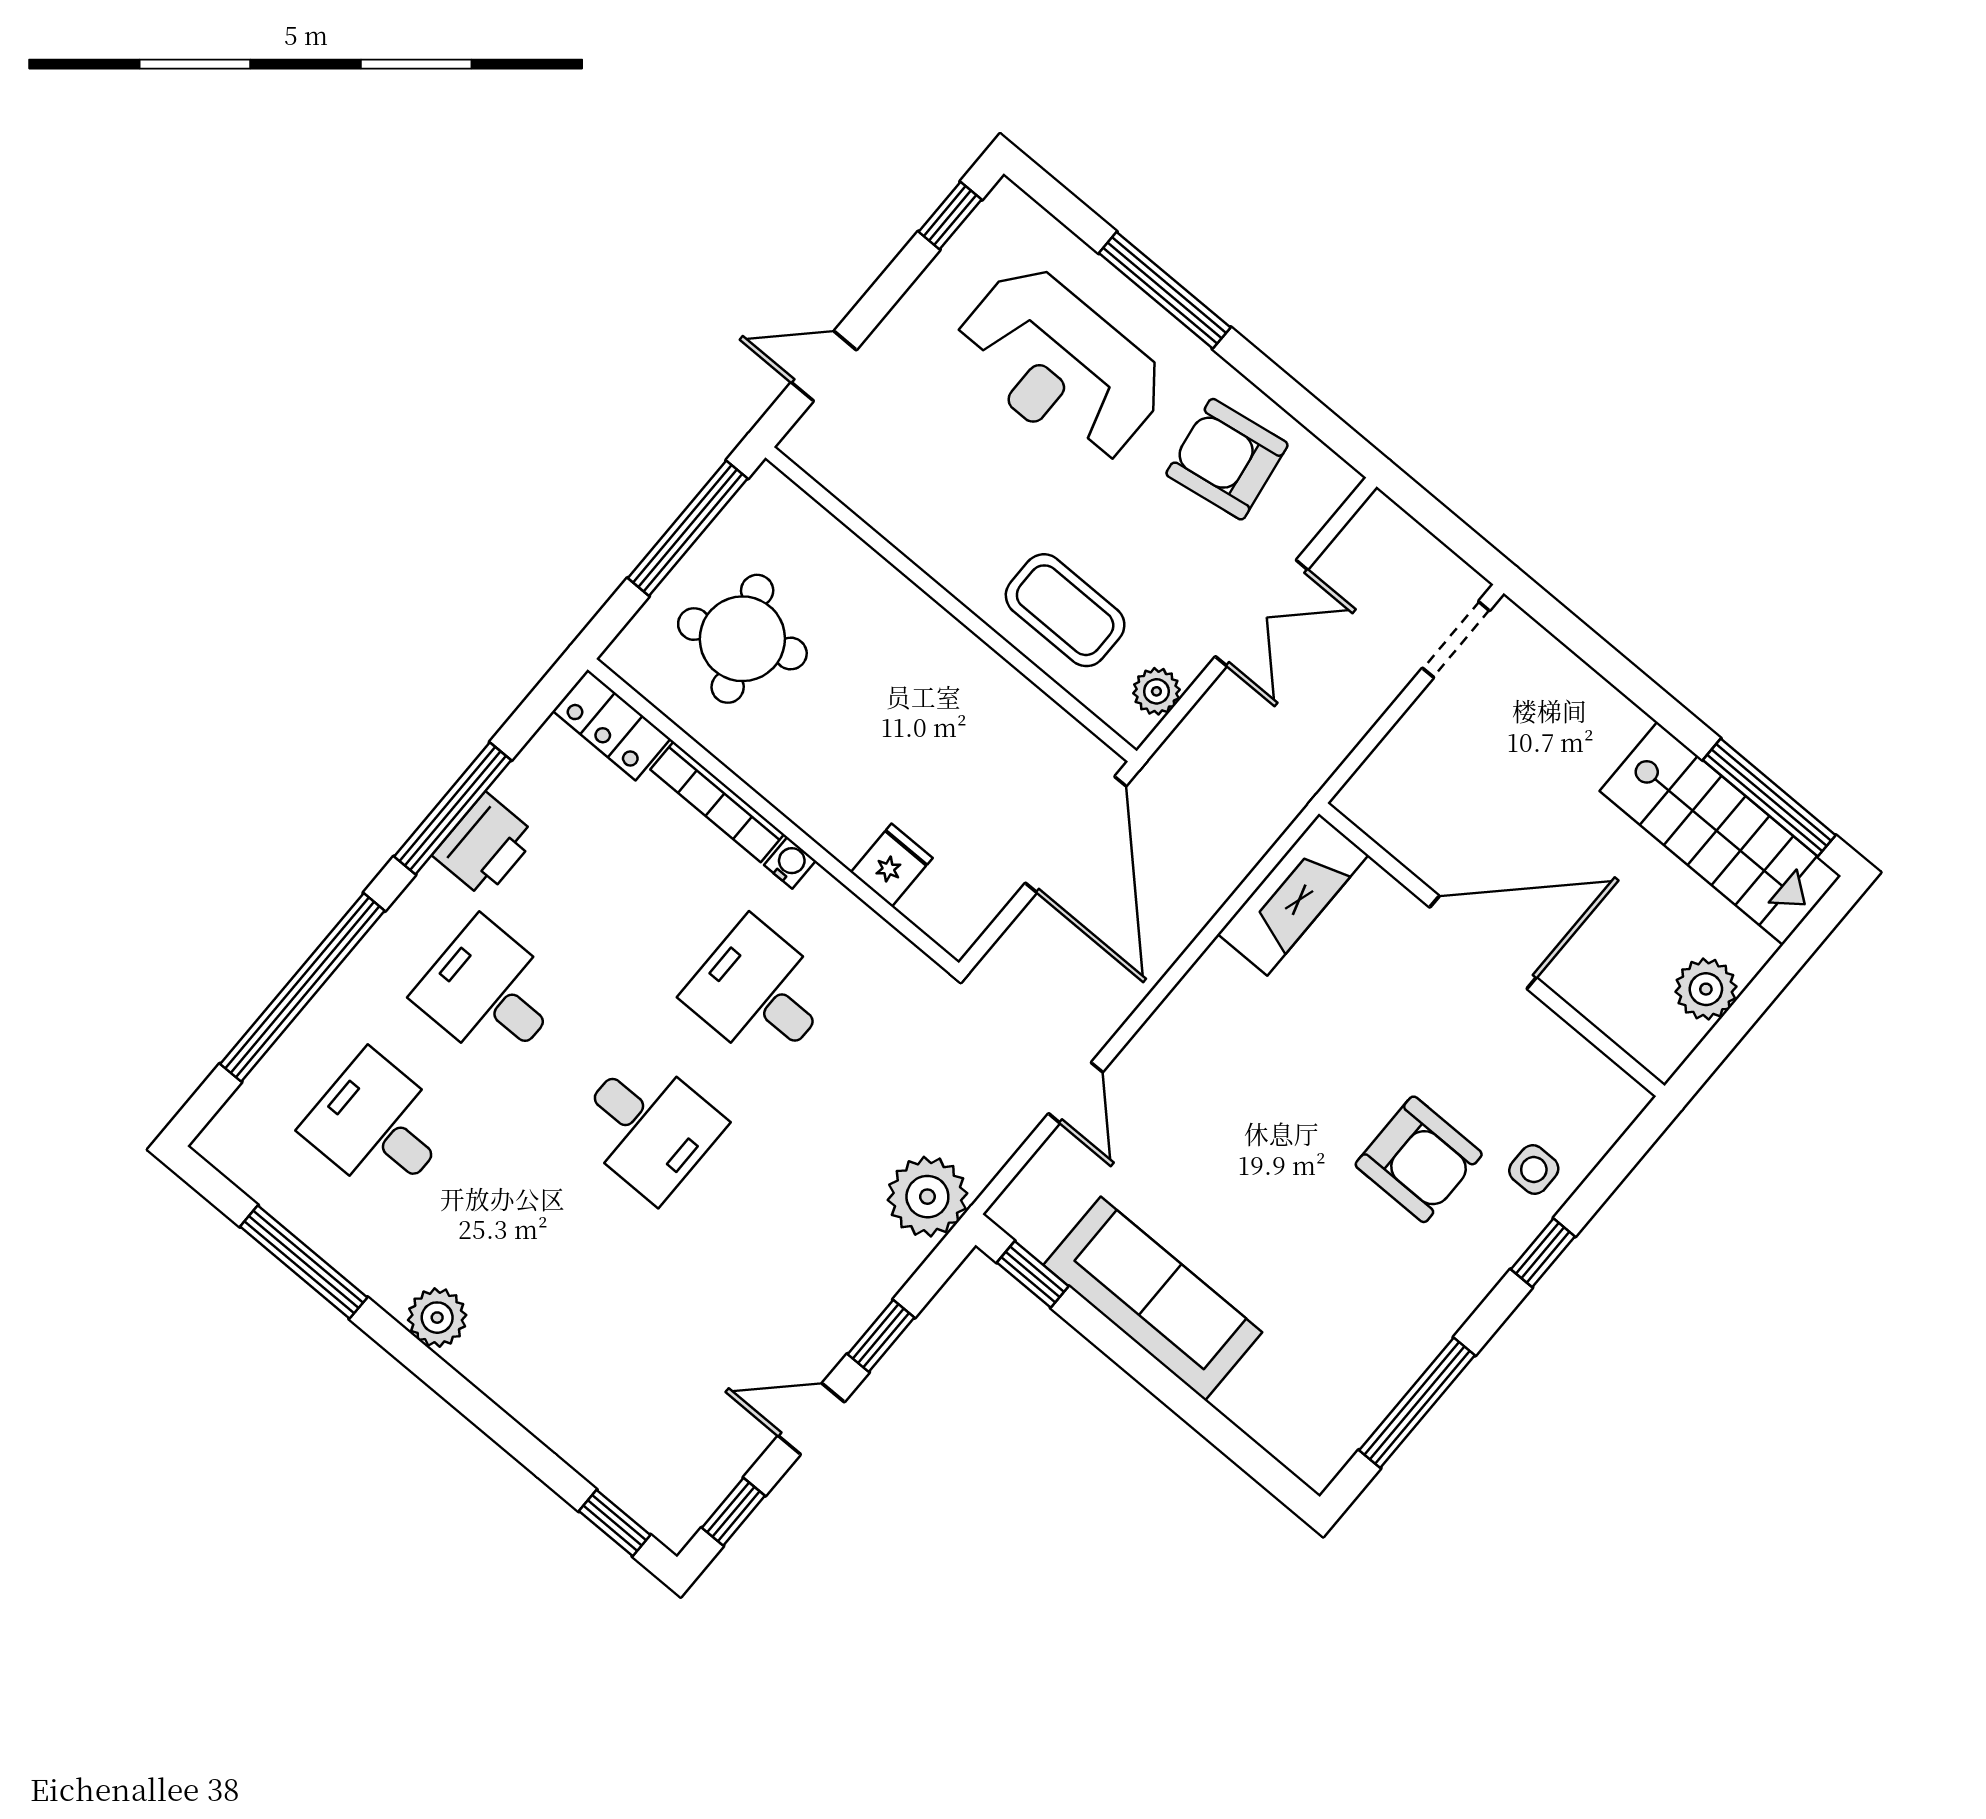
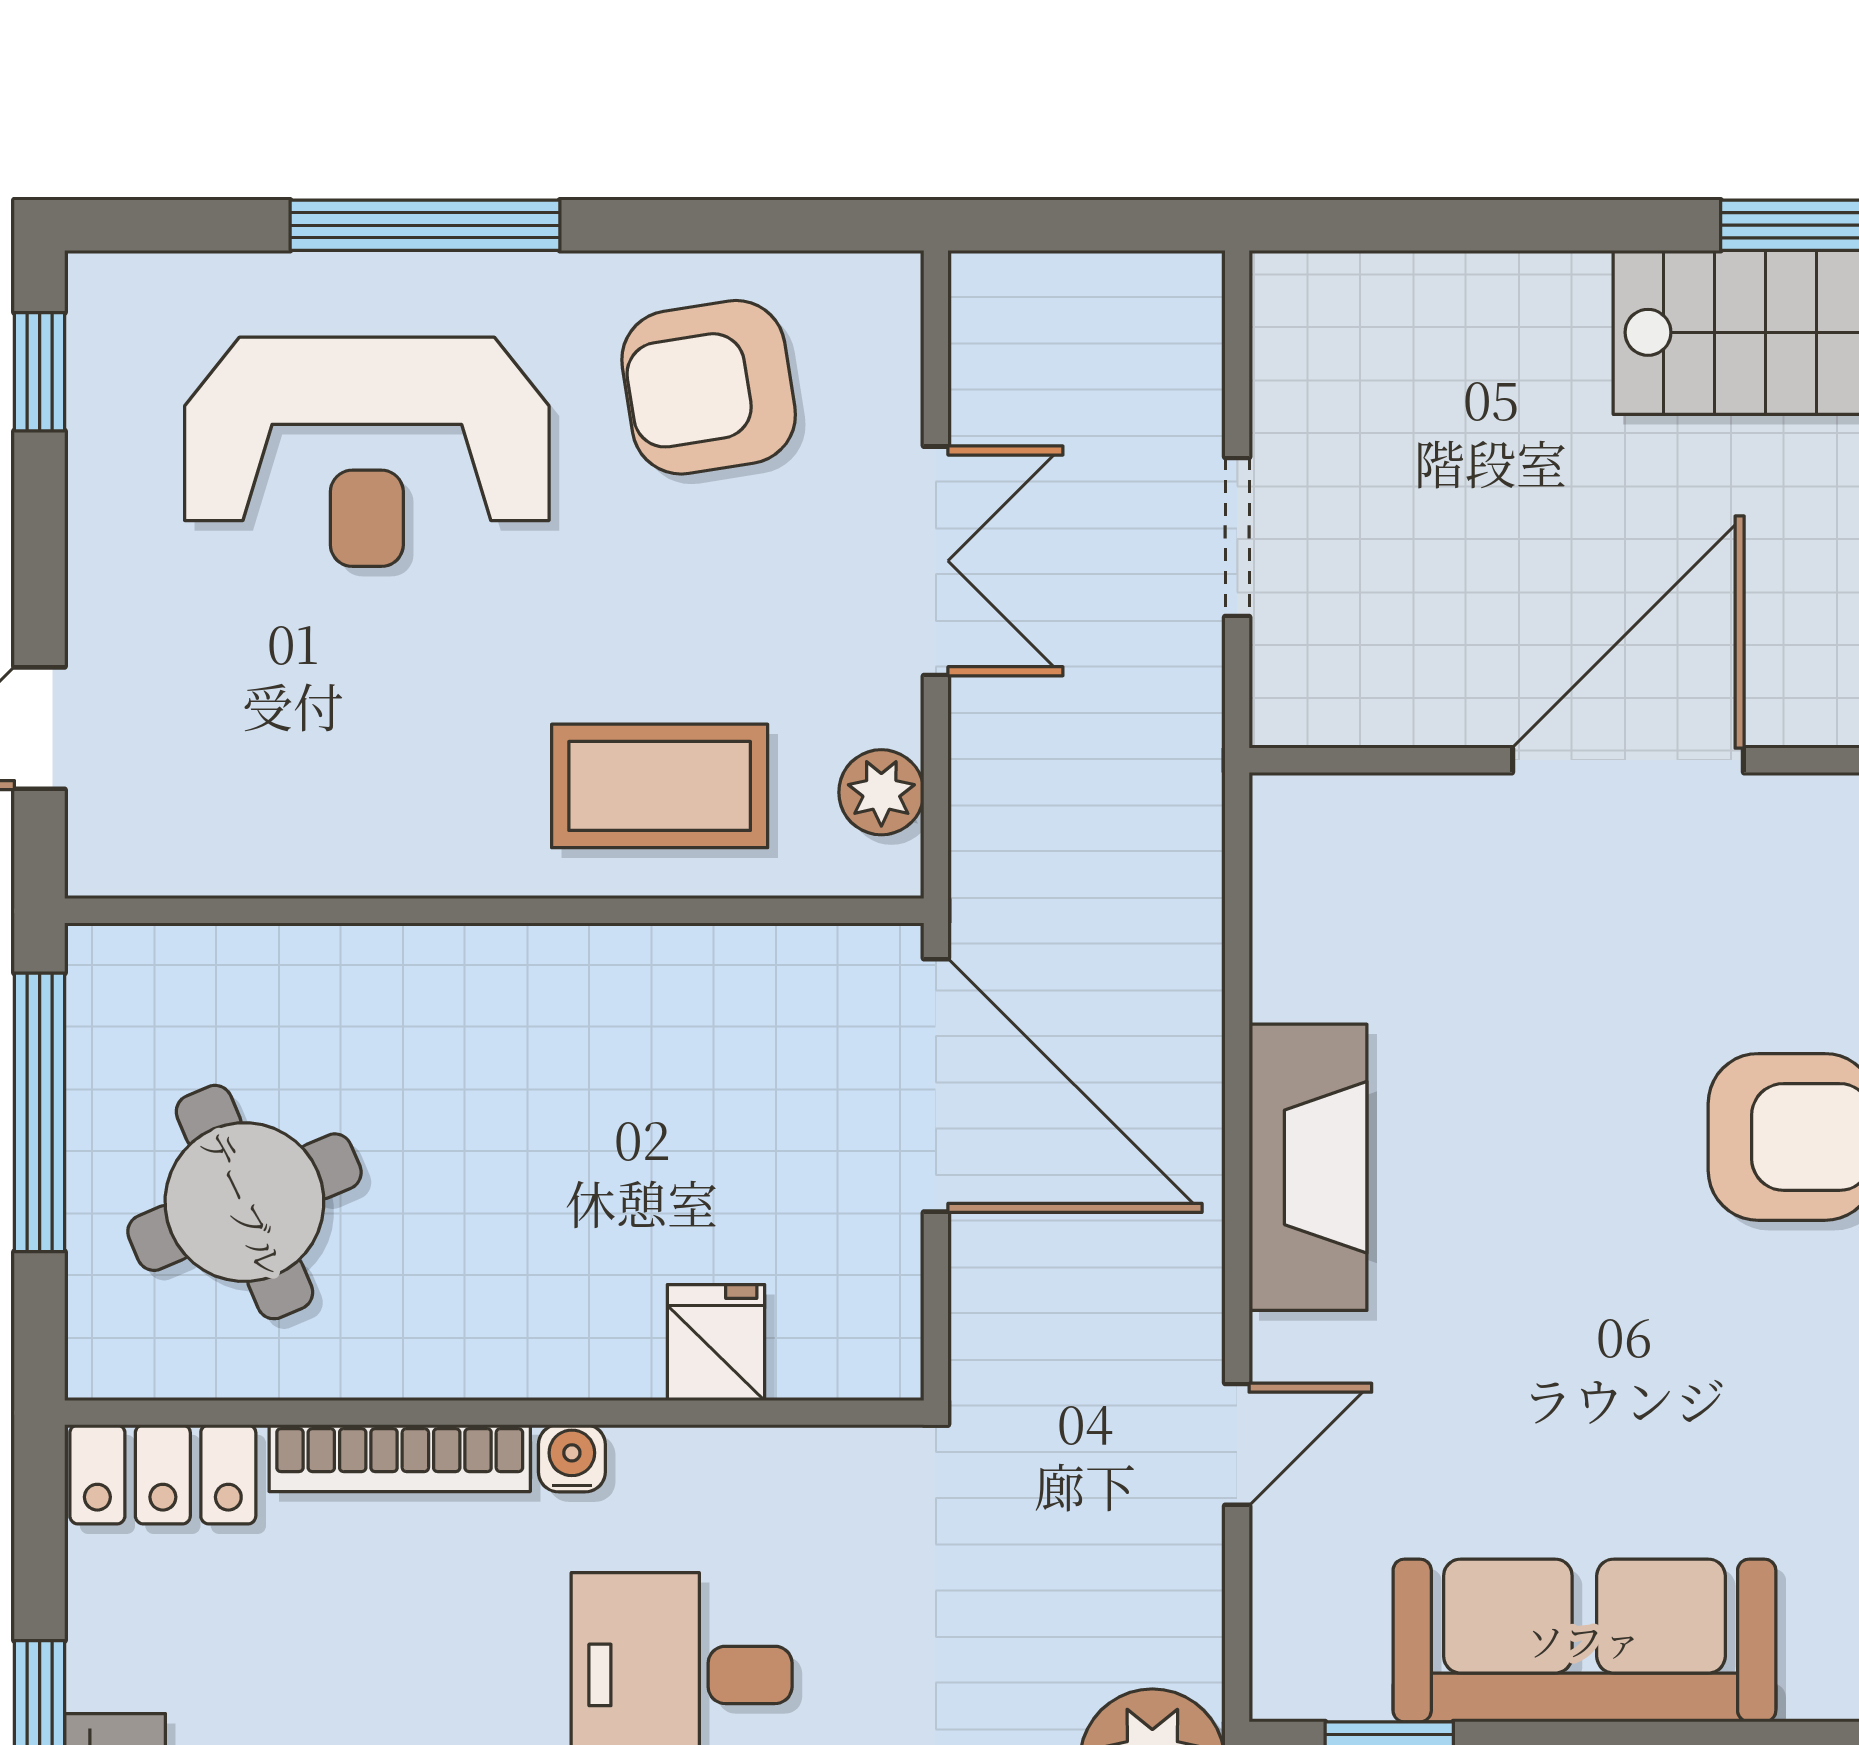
doorway: (1456, 639) -> (1237, 537), moved
fireplace: (1293, 895) -> (1308, 1167), moved
door: (1076, 1093) -> (1237, 1444), hinge flipped

